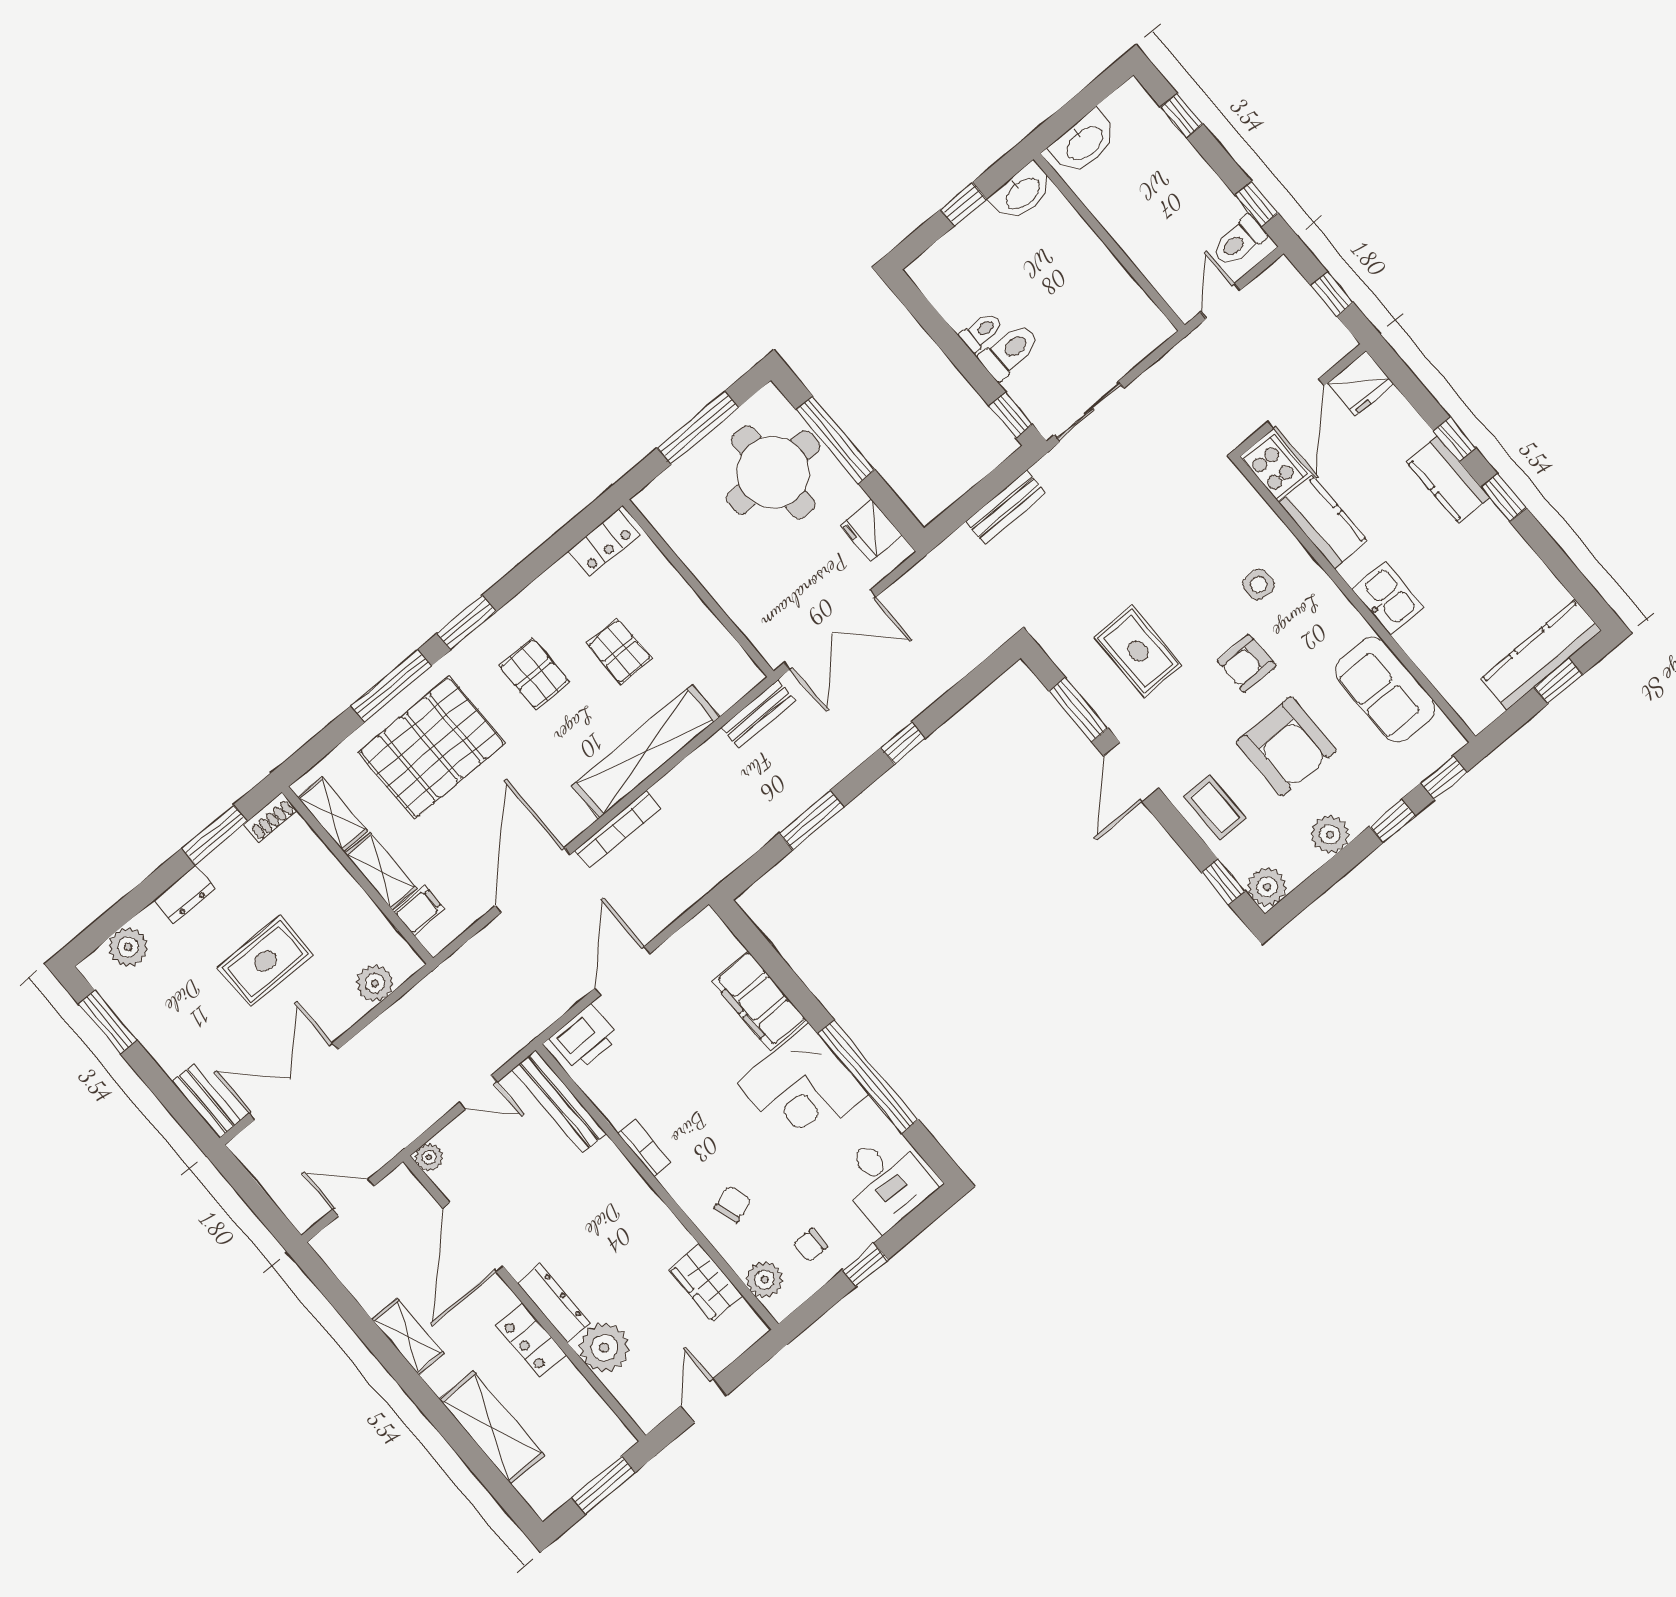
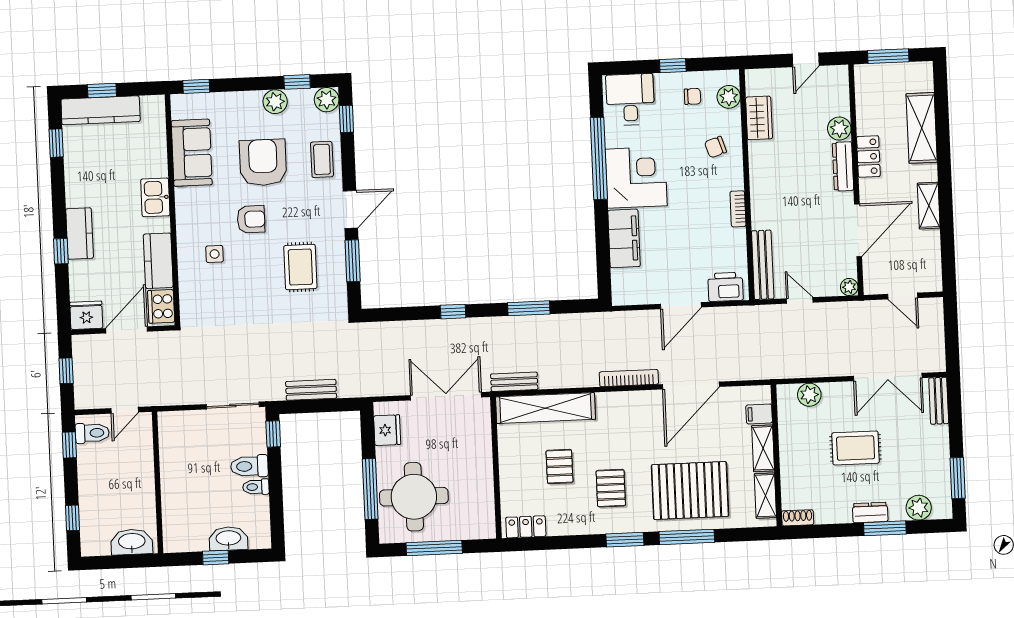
washbasin: (1022, 193) -> (228, 539), moved
window: (1504, 498) -> (56, 143), moved
shelving: (645, 752) -> (546, 408), moved
window: (1392, 821) -> (297, 82), moved
window: (214, 835) -> (885, 528), moved
plant: (604, 1348) -> (839, 129), width x0.73, depth x0.73

